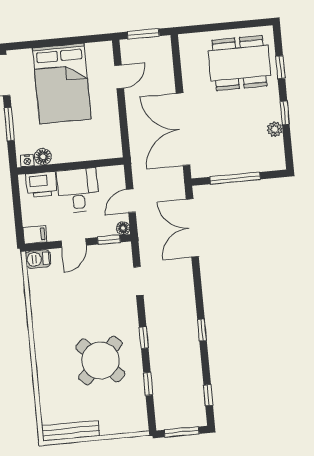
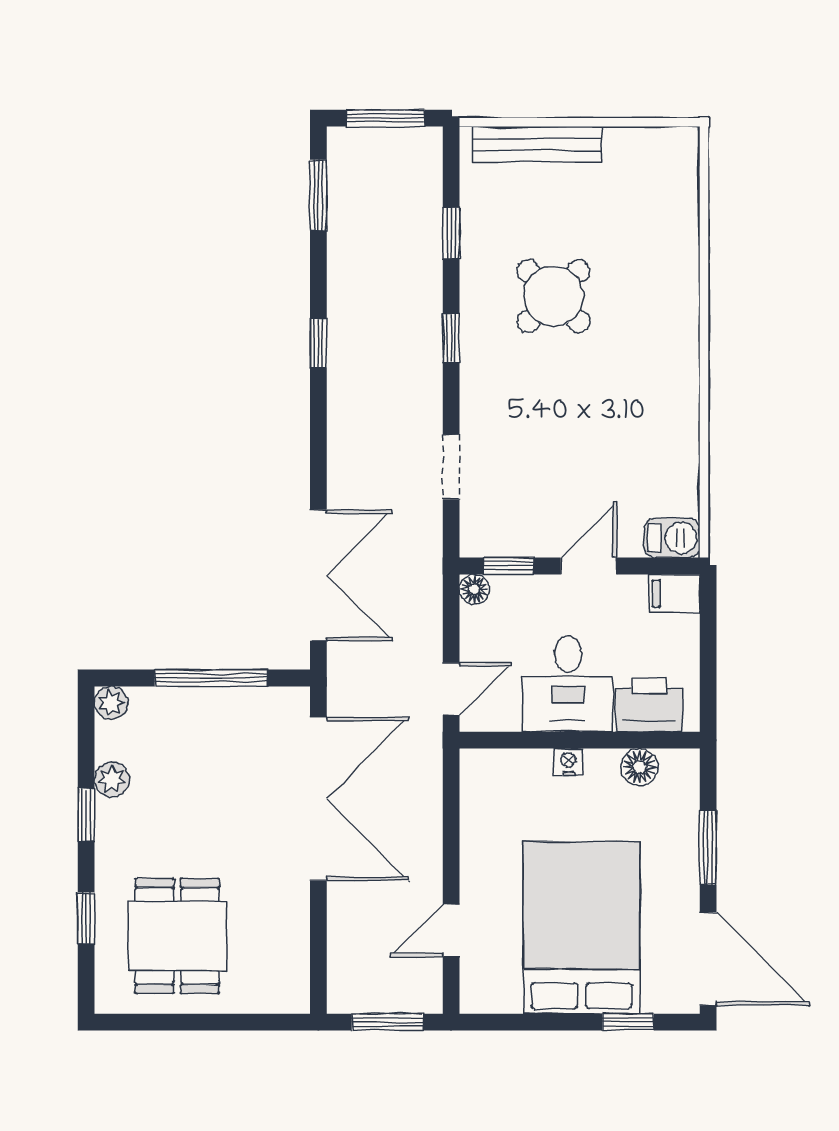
window: (37, 44) -> (628, 1022), added
dining table: (239, 63) -> (177, 936), width x0.73
nightstand: (27, 160) -> (568, 762), moved
plant: (278, 163) -> (111, 703), added
door: (131, 201) -> (451, 689), moved
round table: (100, 360) -> (553, 296), width x0.73, depth x0.73
window: (208, 395) -> (318, 195), width x1.50
bench: (71, 431) -> (537, 144), moved

